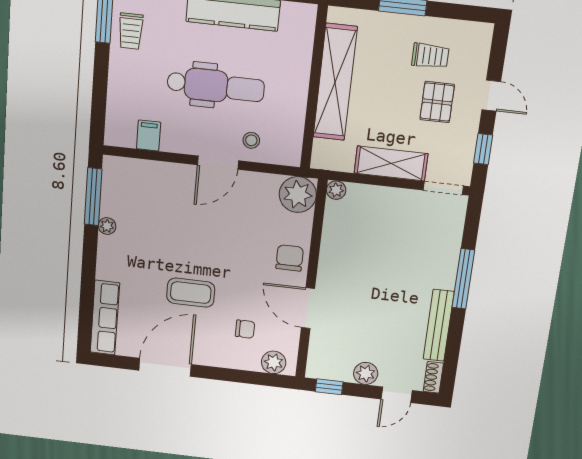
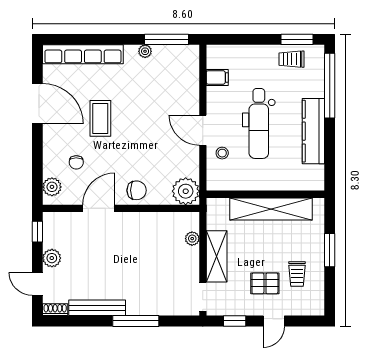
plant: (336, 190) -> (192, 239), moved
row of seats: (105, 318) -> (83, 54), width x1.36

